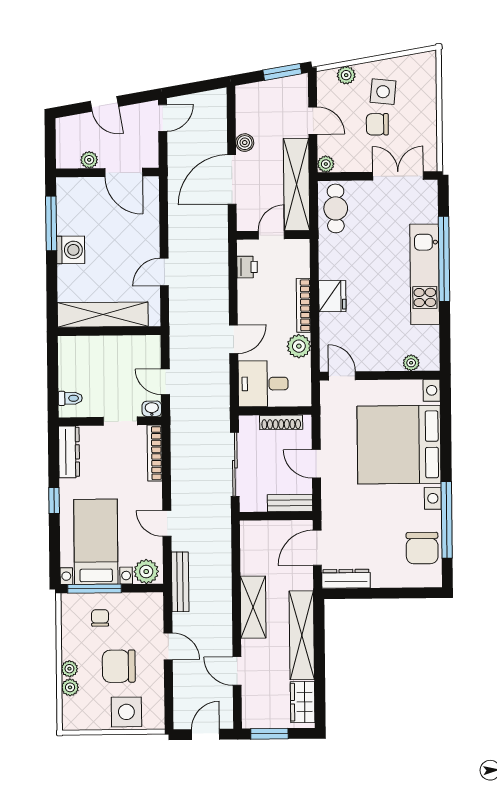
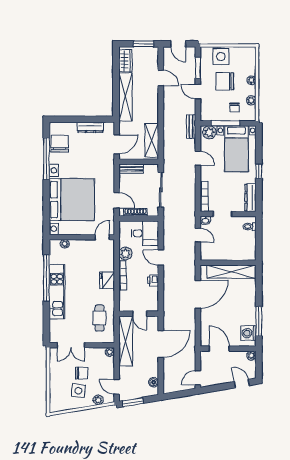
door: (104, 104) -> (242, 384), moved
door: (313, 121) -> (117, 387), moved
boiler: (245, 143) -> (154, 382), moved
plant: (89, 160) -> (251, 356), moved
cafe table: (336, 208) -> (99, 318), moved
door: (271, 235) -> (140, 314), hinge flipped
washing machine: (71, 250) -> (248, 333), moved
window: (444, 259) -> (46, 278), moved
printer: (247, 267) -> (153, 280), moved
door: (164, 272) -> (198, 294), width x1.88
door: (234, 339) -> (161, 258), hinge flipped
door: (342, 376) -> (102, 237), swing flipped
door: (316, 464) -> (117, 200), moved
dresser: (346, 579) -> (90, 127), moved
bench: (180, 582) -> (191, 127), width x0.73
window: (95, 589) -> (225, 123), moved
shelving: (253, 607) -> (152, 140), moved
chair: (119, 666) -> (225, 81), turned 180
plant: (70, 687) -> (251, 100), moved
window: (169, 690) -> (198, 68), added
door: (206, 734) -> (178, 44), hinge flipped

